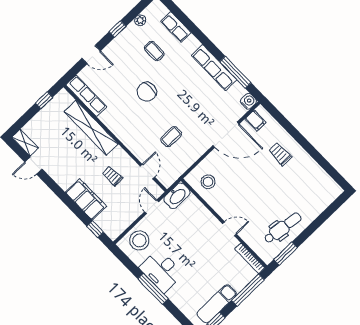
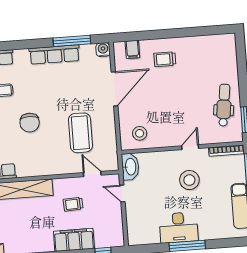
filing cabinet: (255, 121) -> (132, 49), moved, turned 90
coffee table: (171, 137) -> (80, 133), width x1.86, depth x1.72
stool: (139, 240) -> (189, 180), moved

